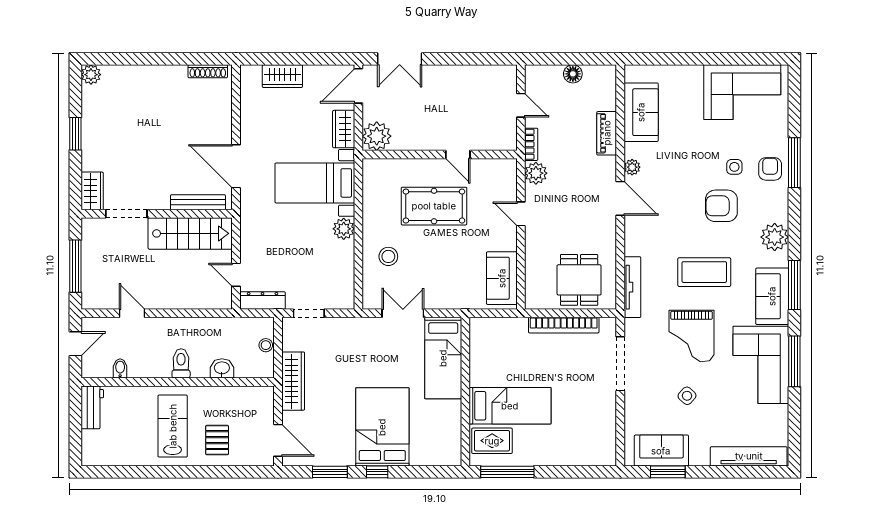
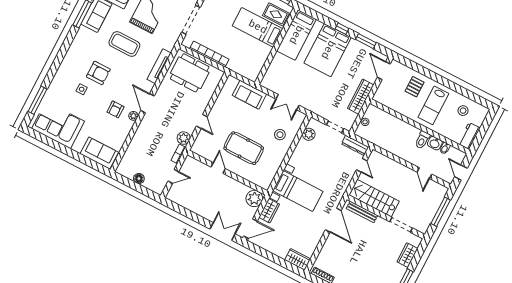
wardrobe: (282, 76) -> (298, 259), moved
door: (521, 105) -> (173, 176), swing flipped
sofa: (641, 112) -> (99, 153), moved, turned 90
piano: (607, 133) -> (137, 140), removed
window: (794, 163) -> (37, 100), moved
armchair: (770, 169) -> (115, 109), moved
wardrobe: (92, 191) -> (407, 255), moved
plant: (344, 229) -> (309, 134), moved
plant: (775, 237) -> (80, 43), removed
sofa: (502, 278) -> (249, 95), moved, turned 90
dining table: (579, 280) -> (190, 73), width x1.38
tv unit: (632, 287) -> (159, 66), moved
door: (75, 344) -> (461, 172), hinge flipped
bed: (443, 358) -> (296, 35), moved, turned 180
toilet: (181, 363) -> (422, 140), moved
washbasin: (222, 368) -> (435, 143), moved
stool: (122, 442) -> (463, 111), added

